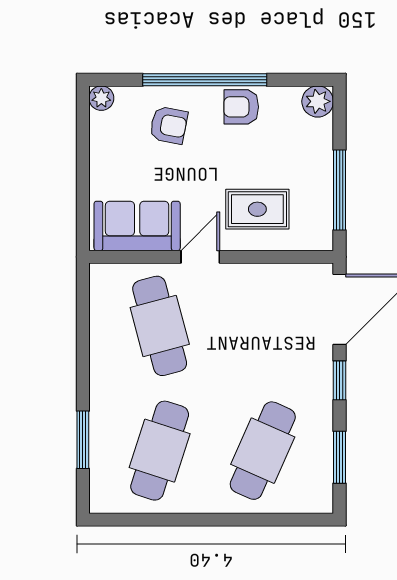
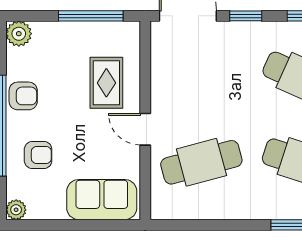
armchair: (241, 107) -> (23, 96), turned -90
armchair: (169, 125) -> (38, 155), turned 79
sofa: (137, 226) -> (102, 200), moved, turned 90

